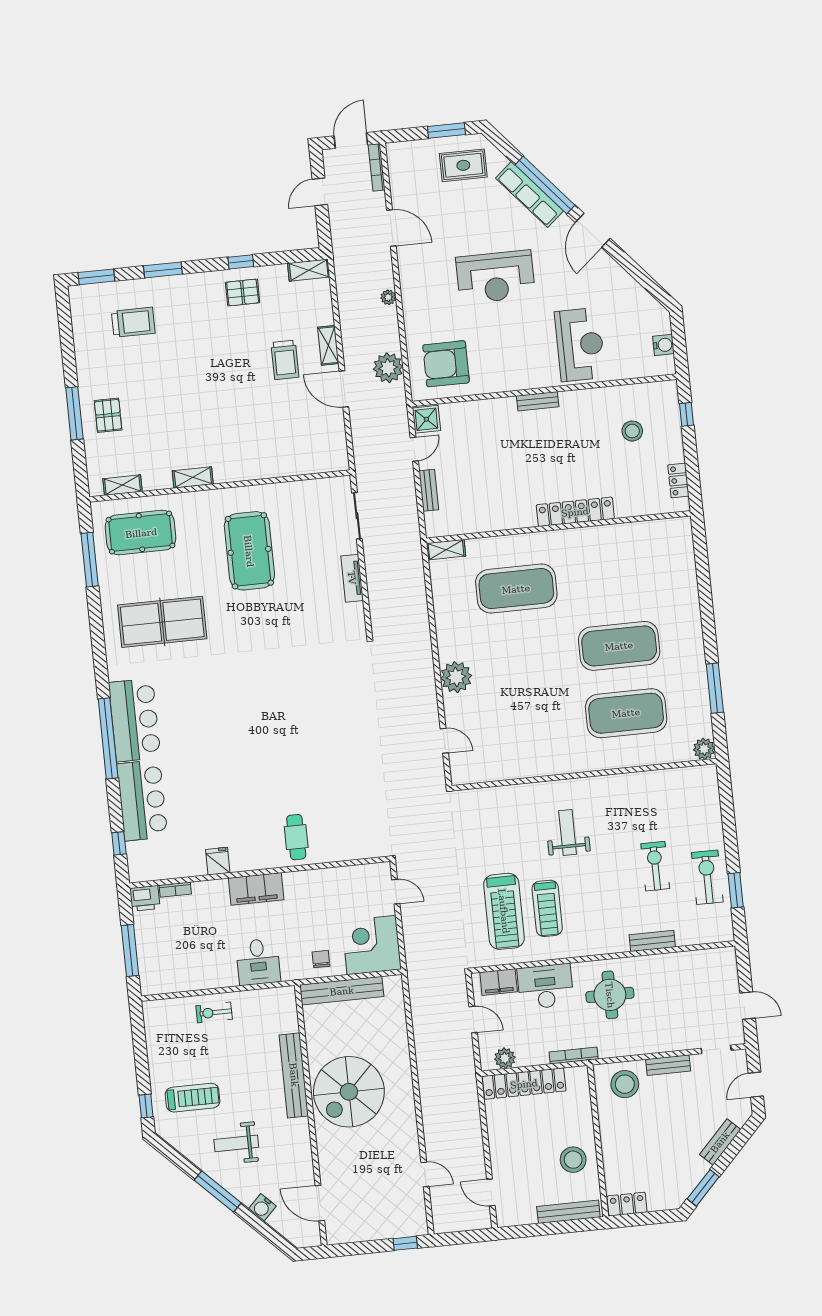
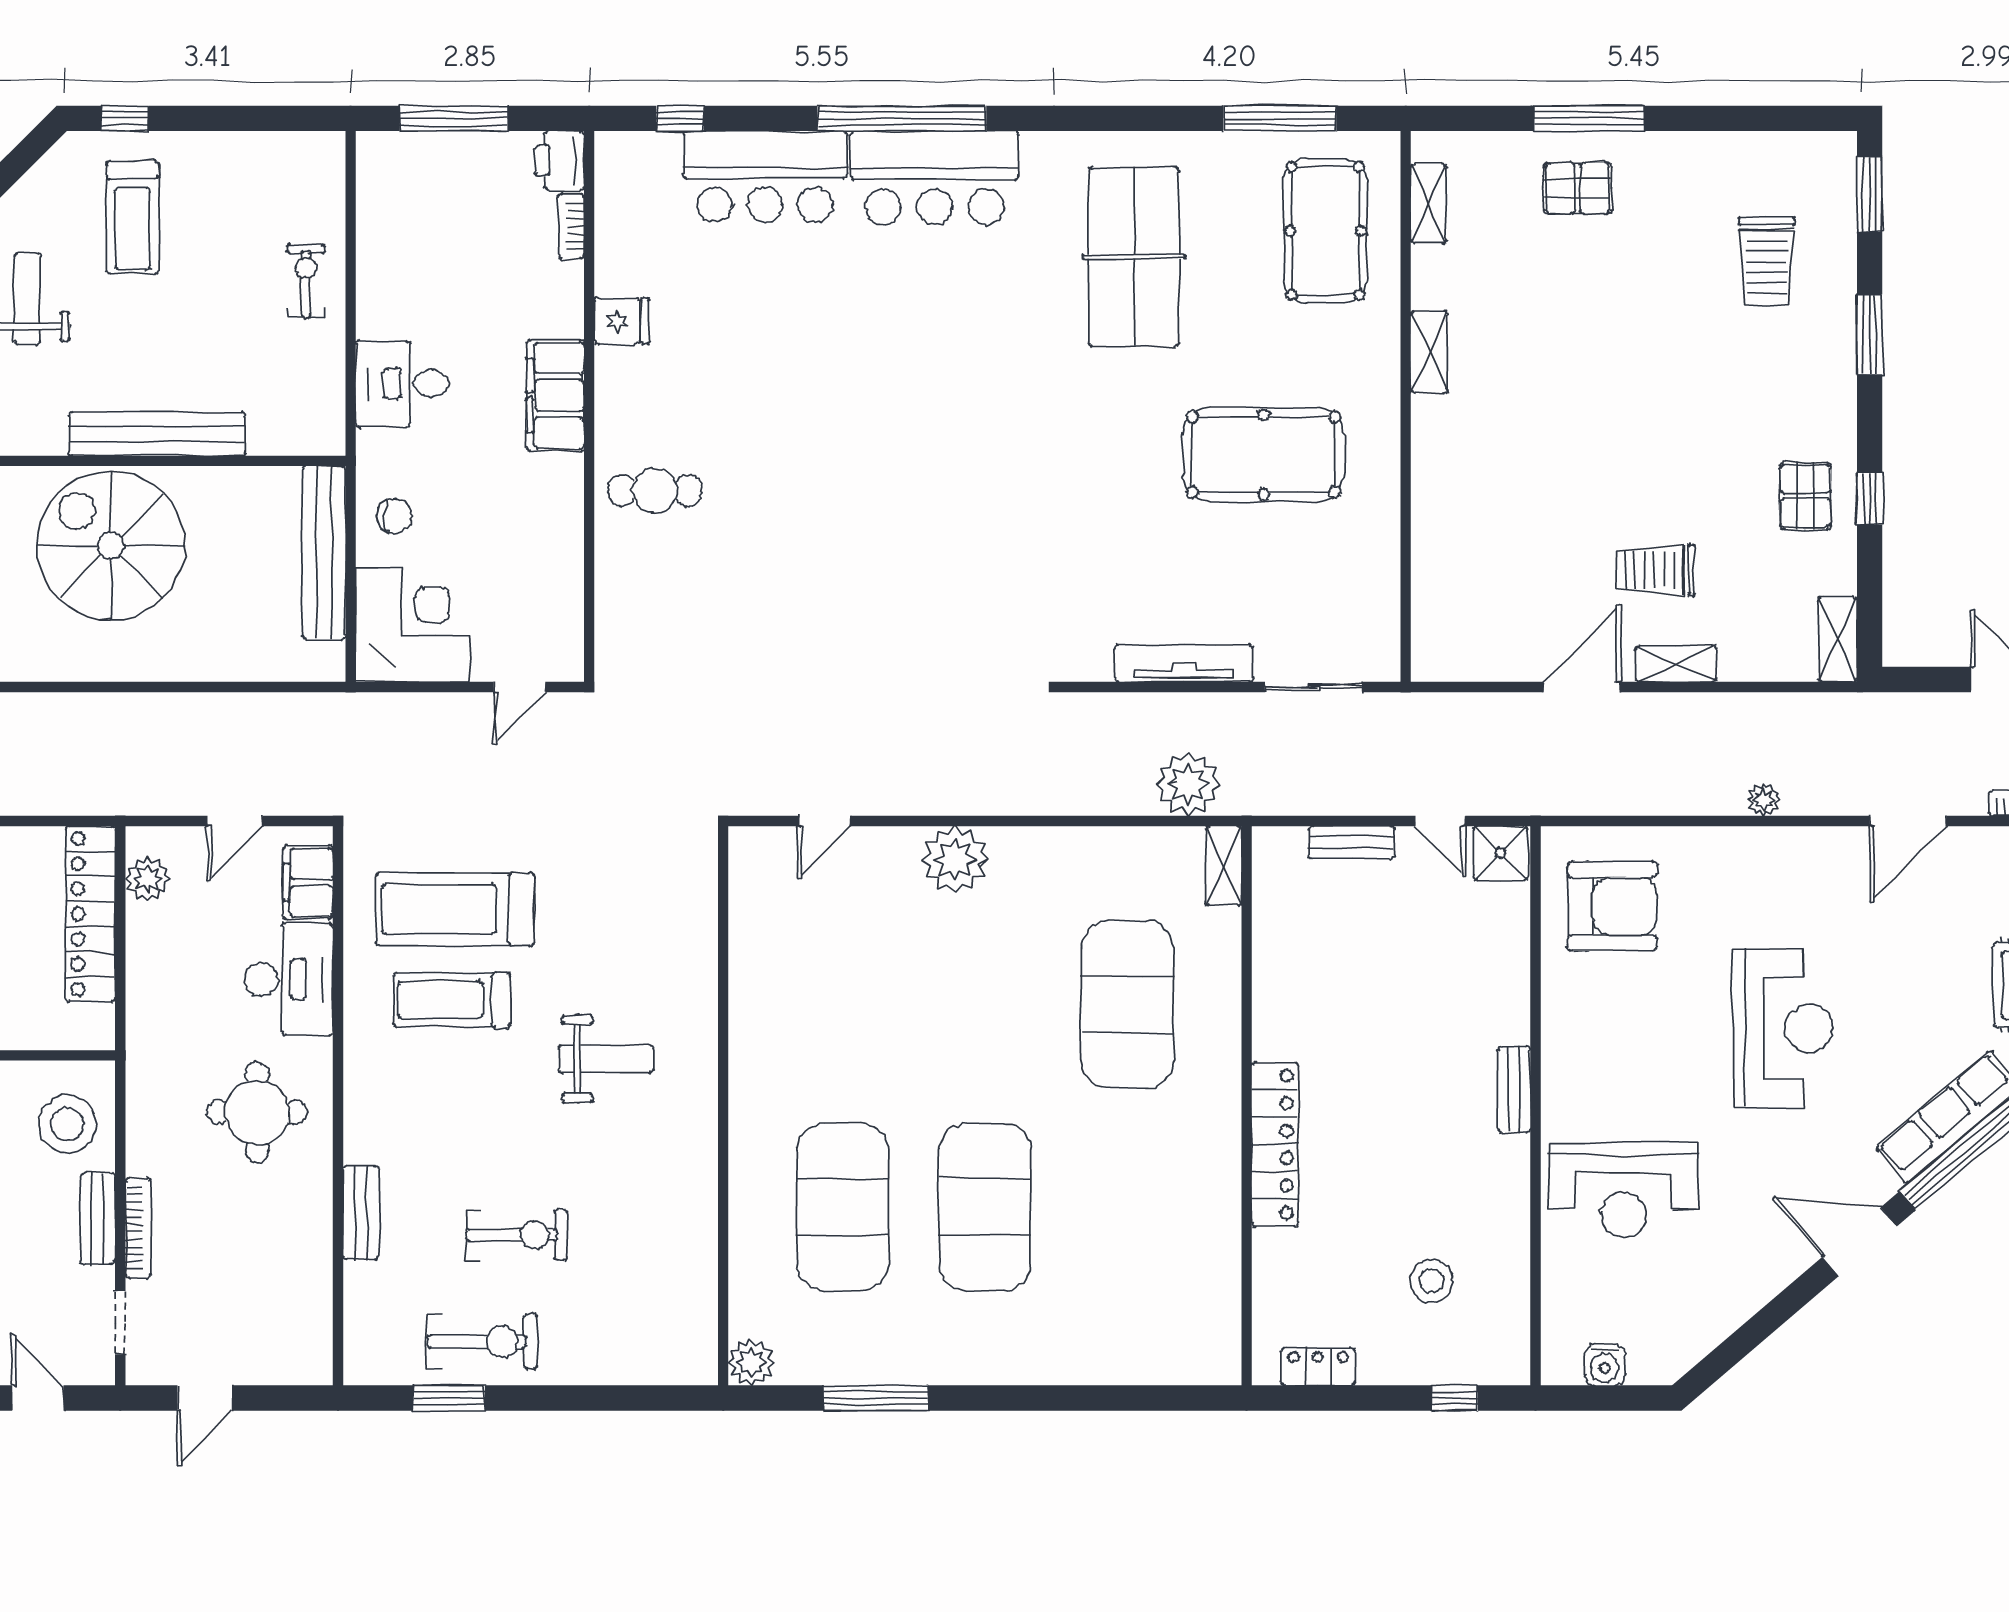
reception desk: (495, 277) -> (1783, 1028), turned 180
armchair: (446, 364) -> (1612, 906), turned 90
plant: (388, 368) -> (1188, 784), moved
tv unit: (352, 578) -> (1184, 663), width x1.41
bookcase: (574, 1056) -> (138, 1228), moved

